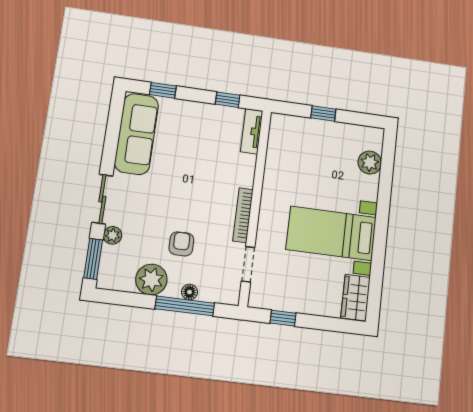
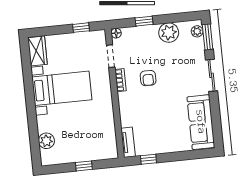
window: (163, 90) -> (191, 155), removed
bookcase: (243, 215) -> (120, 80), width x0.64
plant: (113, 235) -> (197, 31), moved
armchair: (181, 244) -> (148, 78), moved
floor lamp: (190, 292) -> (116, 33), moved
window: (185, 306) -> (144, 21), width x0.46

